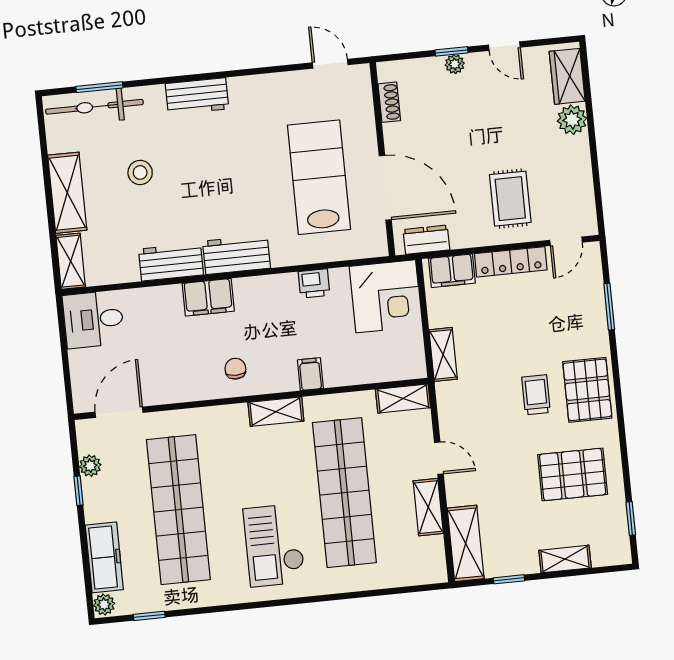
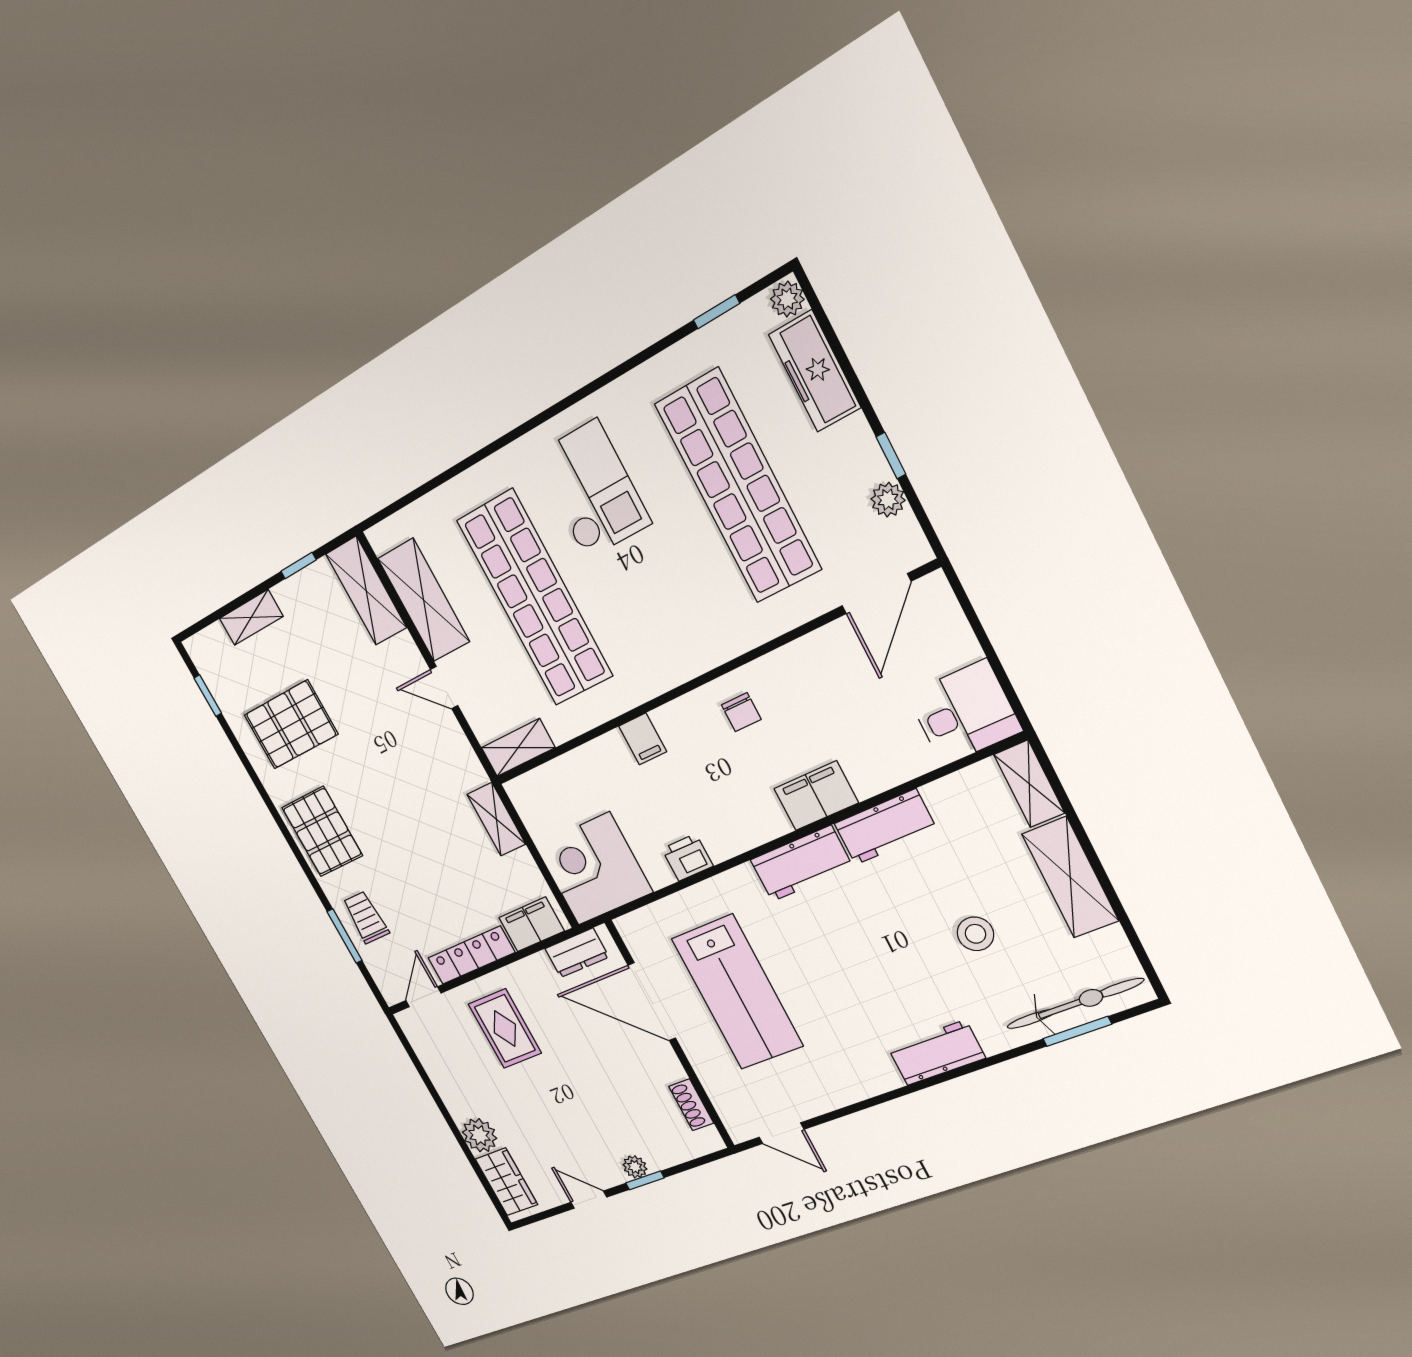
trolley: (536, 395) -> (366, 917), moved, turned 180
shelving: (276, 412) -> (665, 673), removed
shelving: (428, 507) -> (424, 600), width x1.50, depth x1.33

